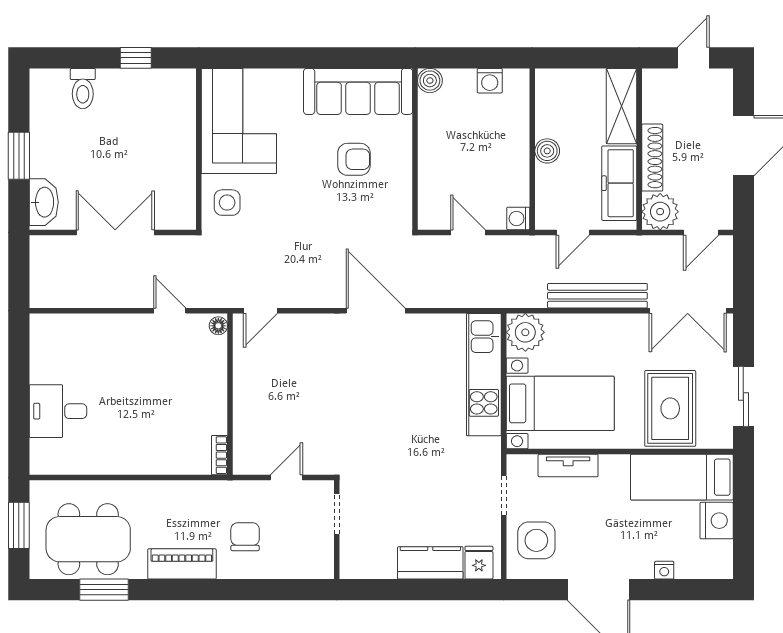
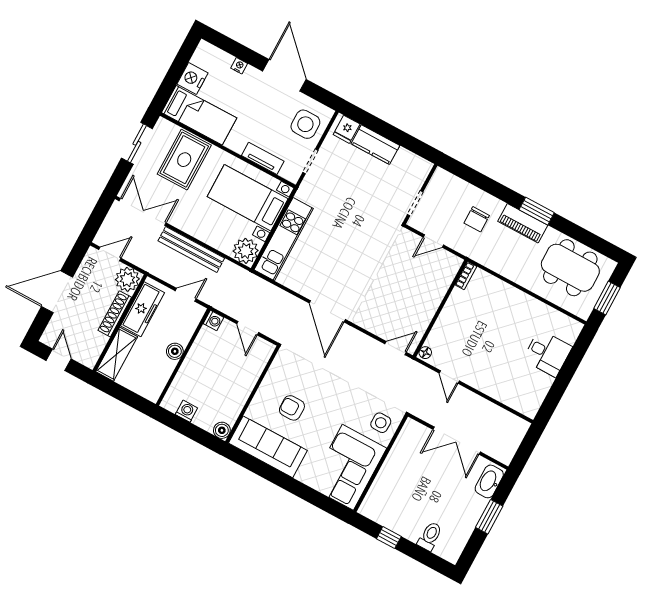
door: (693, 58) -> (59, 360), swing flipped
window: (104, 590) -> (537, 211), moved

